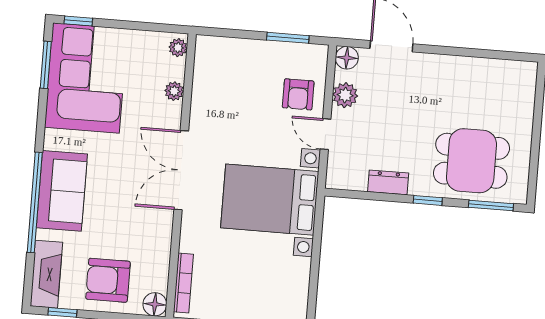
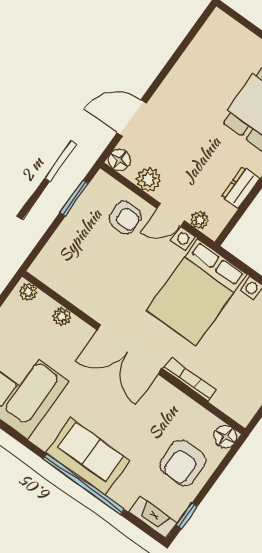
plant: (336, 163) -> (199, 220), added
fireplace: (46, 274) -> (153, 517), width x0.73, depth x0.76
bookcase: (183, 283) -> (189, 379), moved

